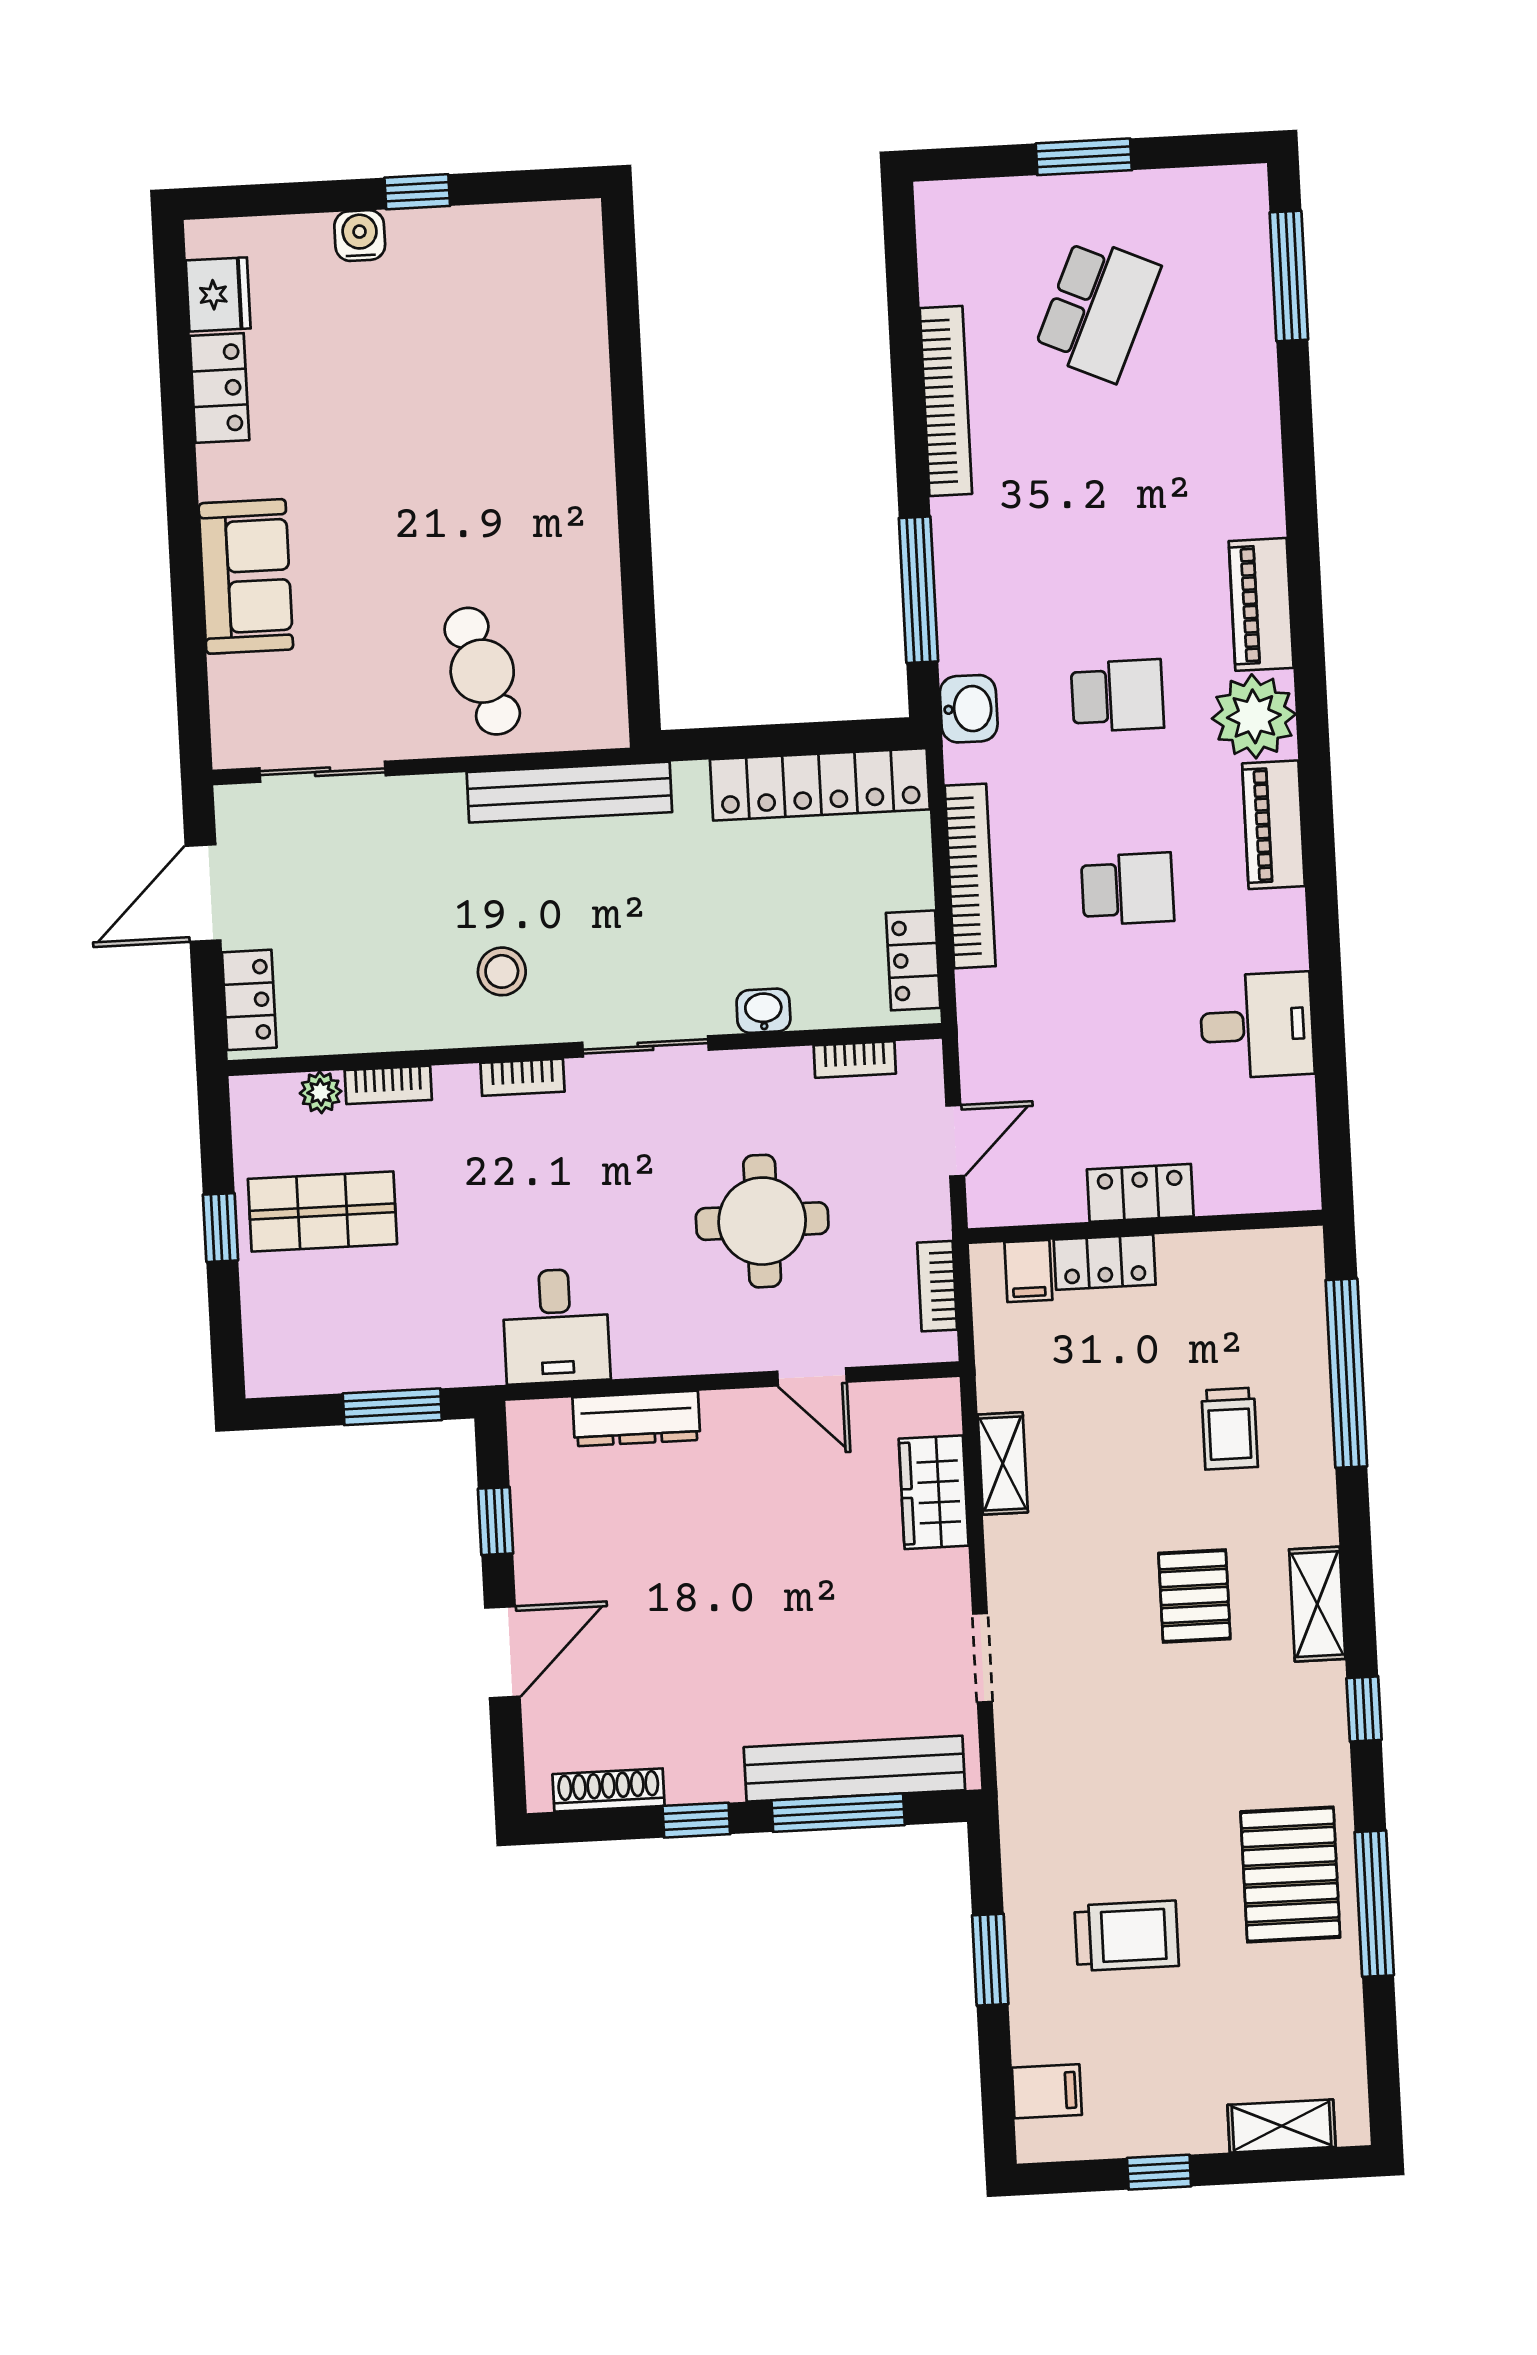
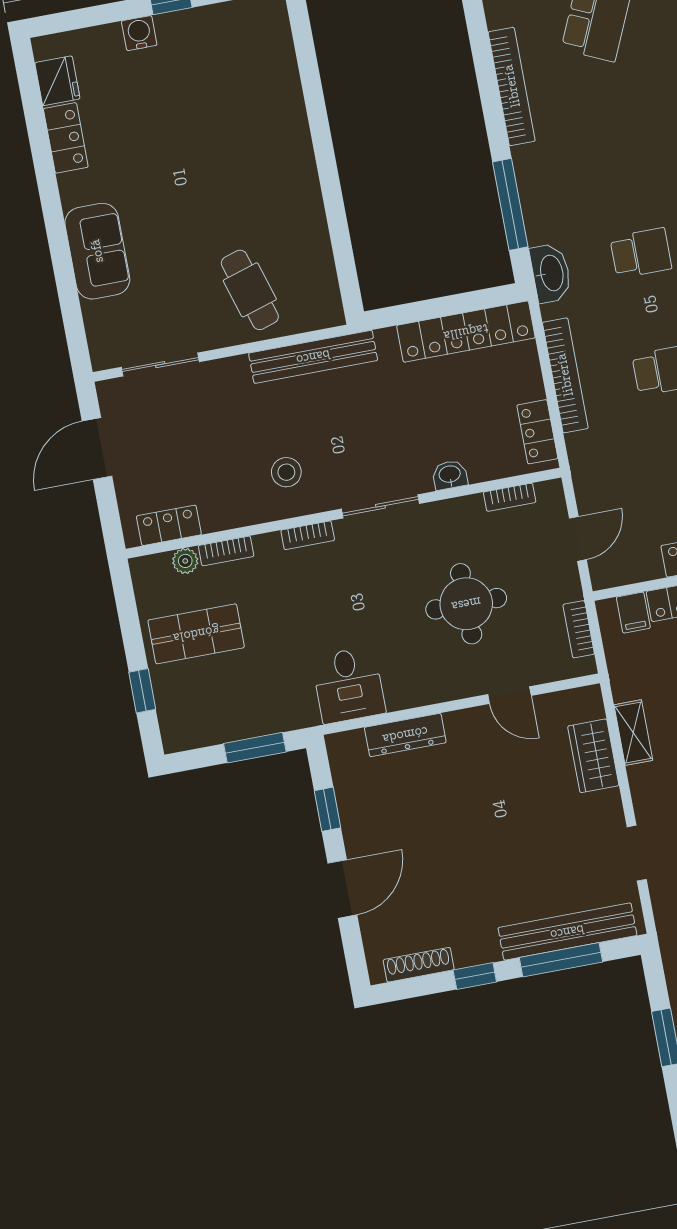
washbasin: (969, 709) -> (551, 273), width x1.38
locker: (249, 1000) -> (169, 525), moved, turned -90
window: (220, 1228) -> (142, 691), moved

